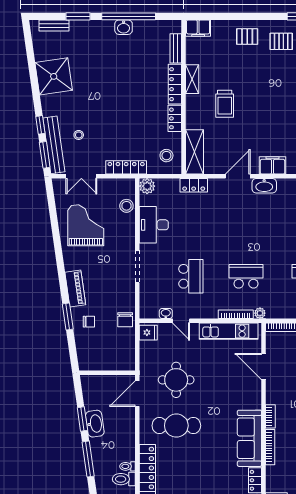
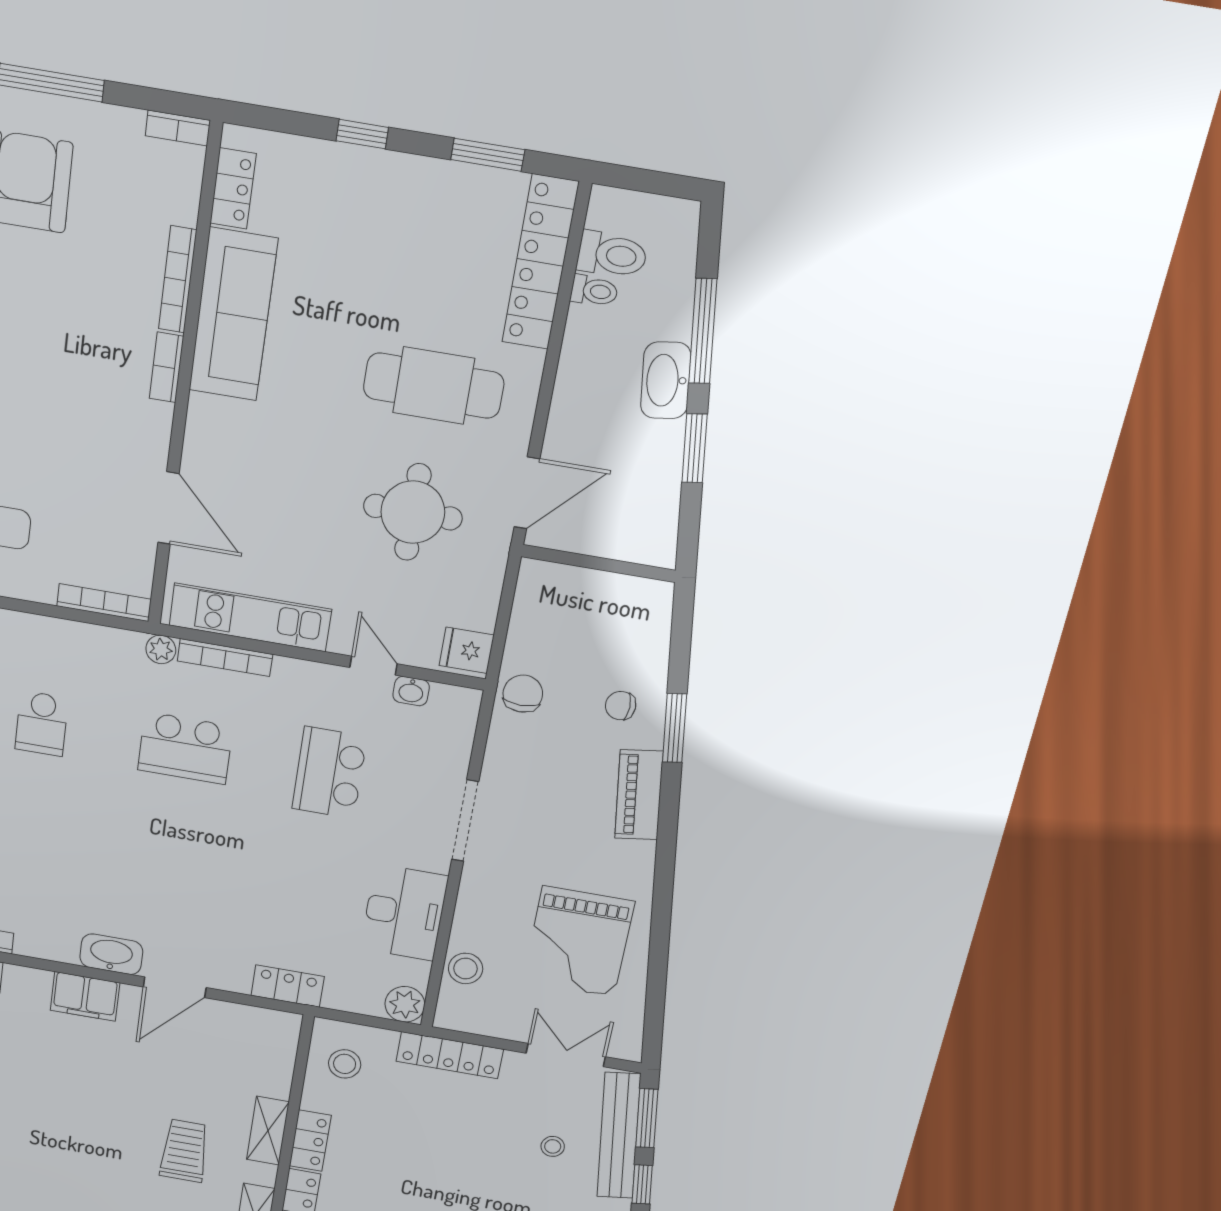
shelving: (195, 152) -> (268, 1131), moved, width x0.67, depth x0.75
washbasin: (95, 424) -> (666, 380), moved

